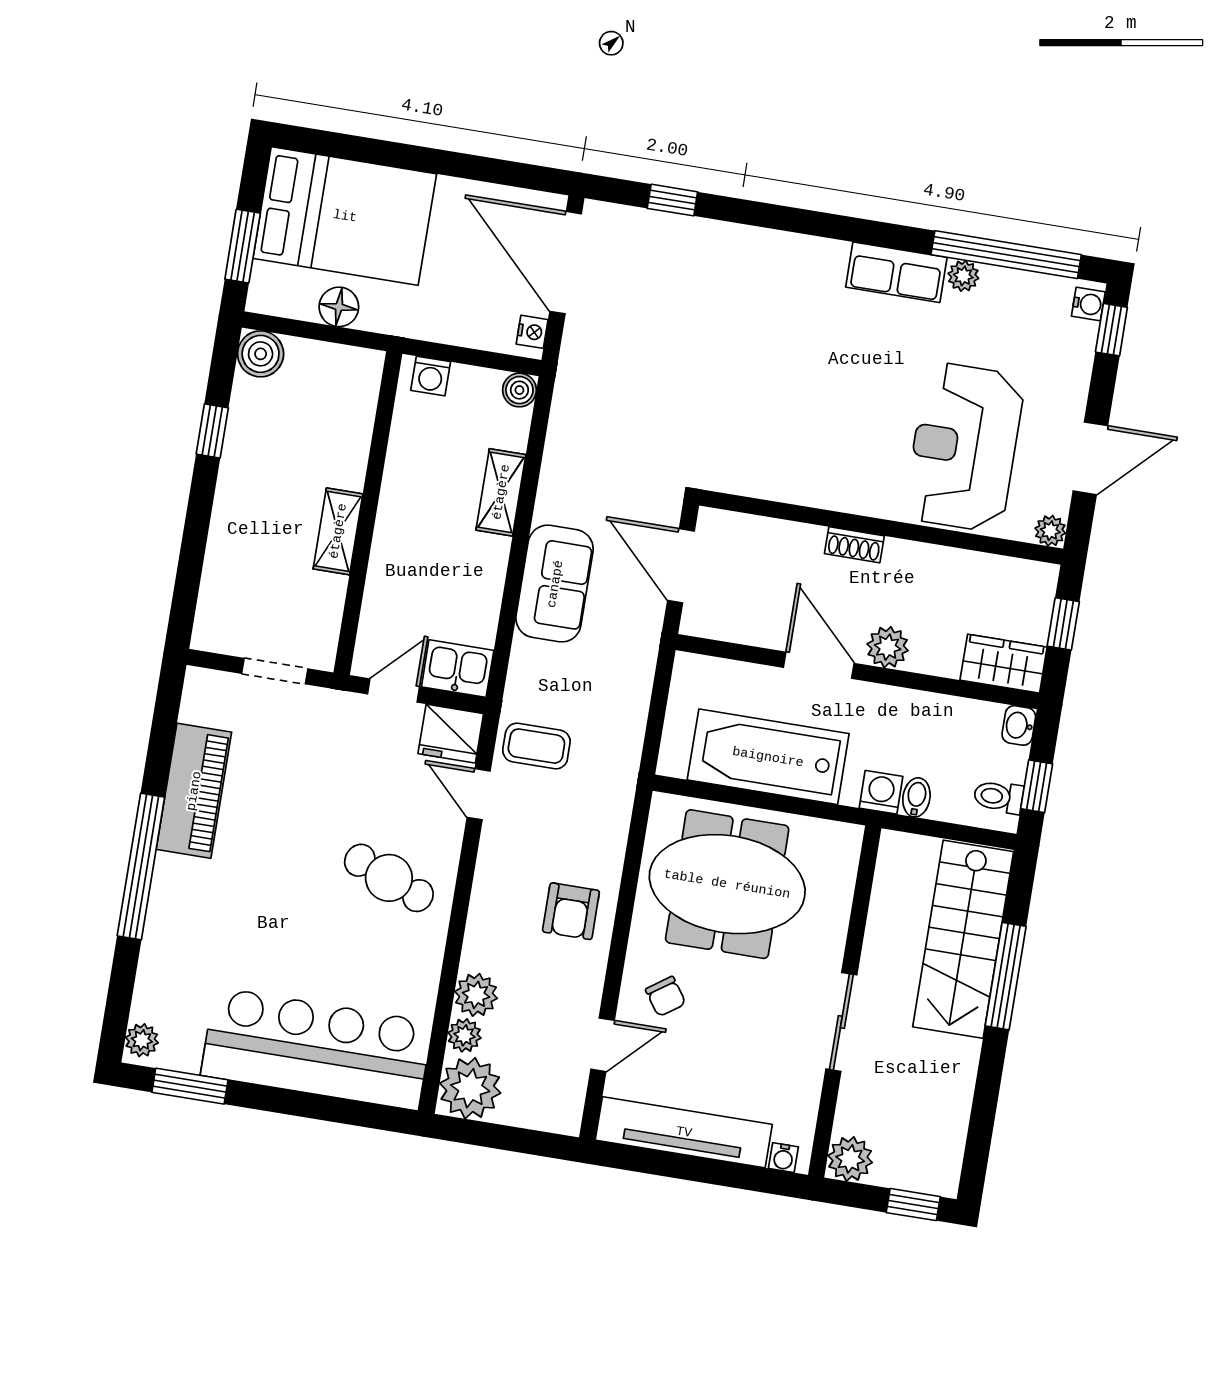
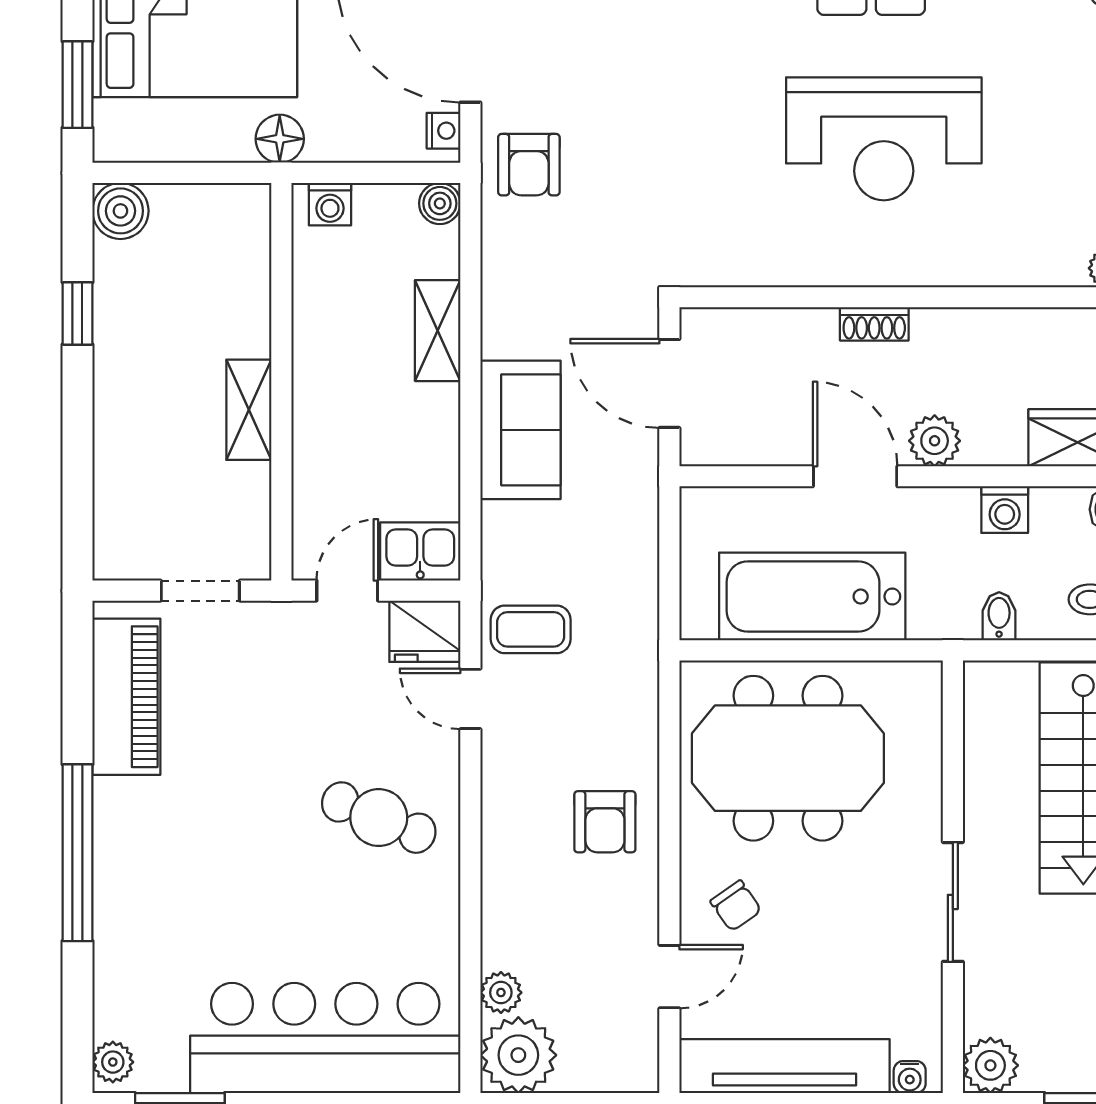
floor lamp: (339, 307) -> (280, 139), moved
armchair: (596, 370) -> (529, 165), added
reception desk: (964, 447) -> (884, 139), moved, turned -90
piano: (194, 791) -> (126, 697), moved
washing machine: (881, 792) -> (1005, 510), moved, turned 180
plant: (476, 995) -> (507, 941), removed

